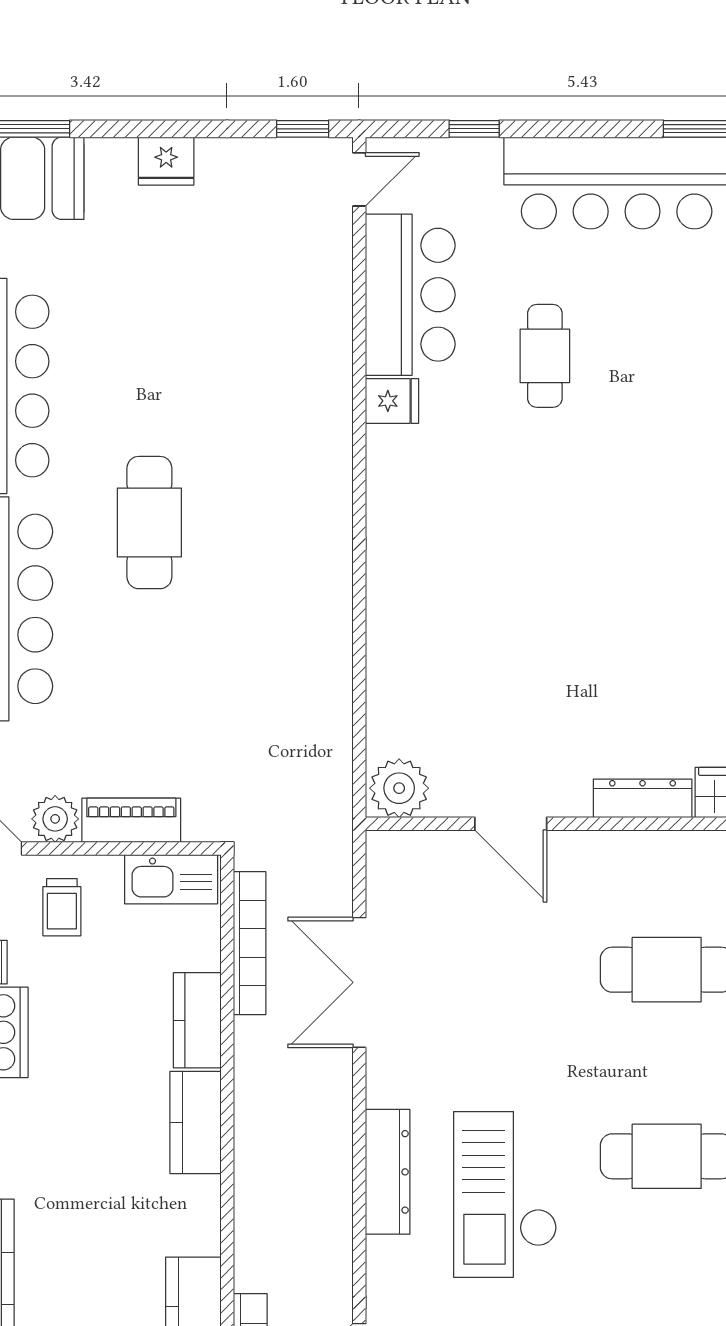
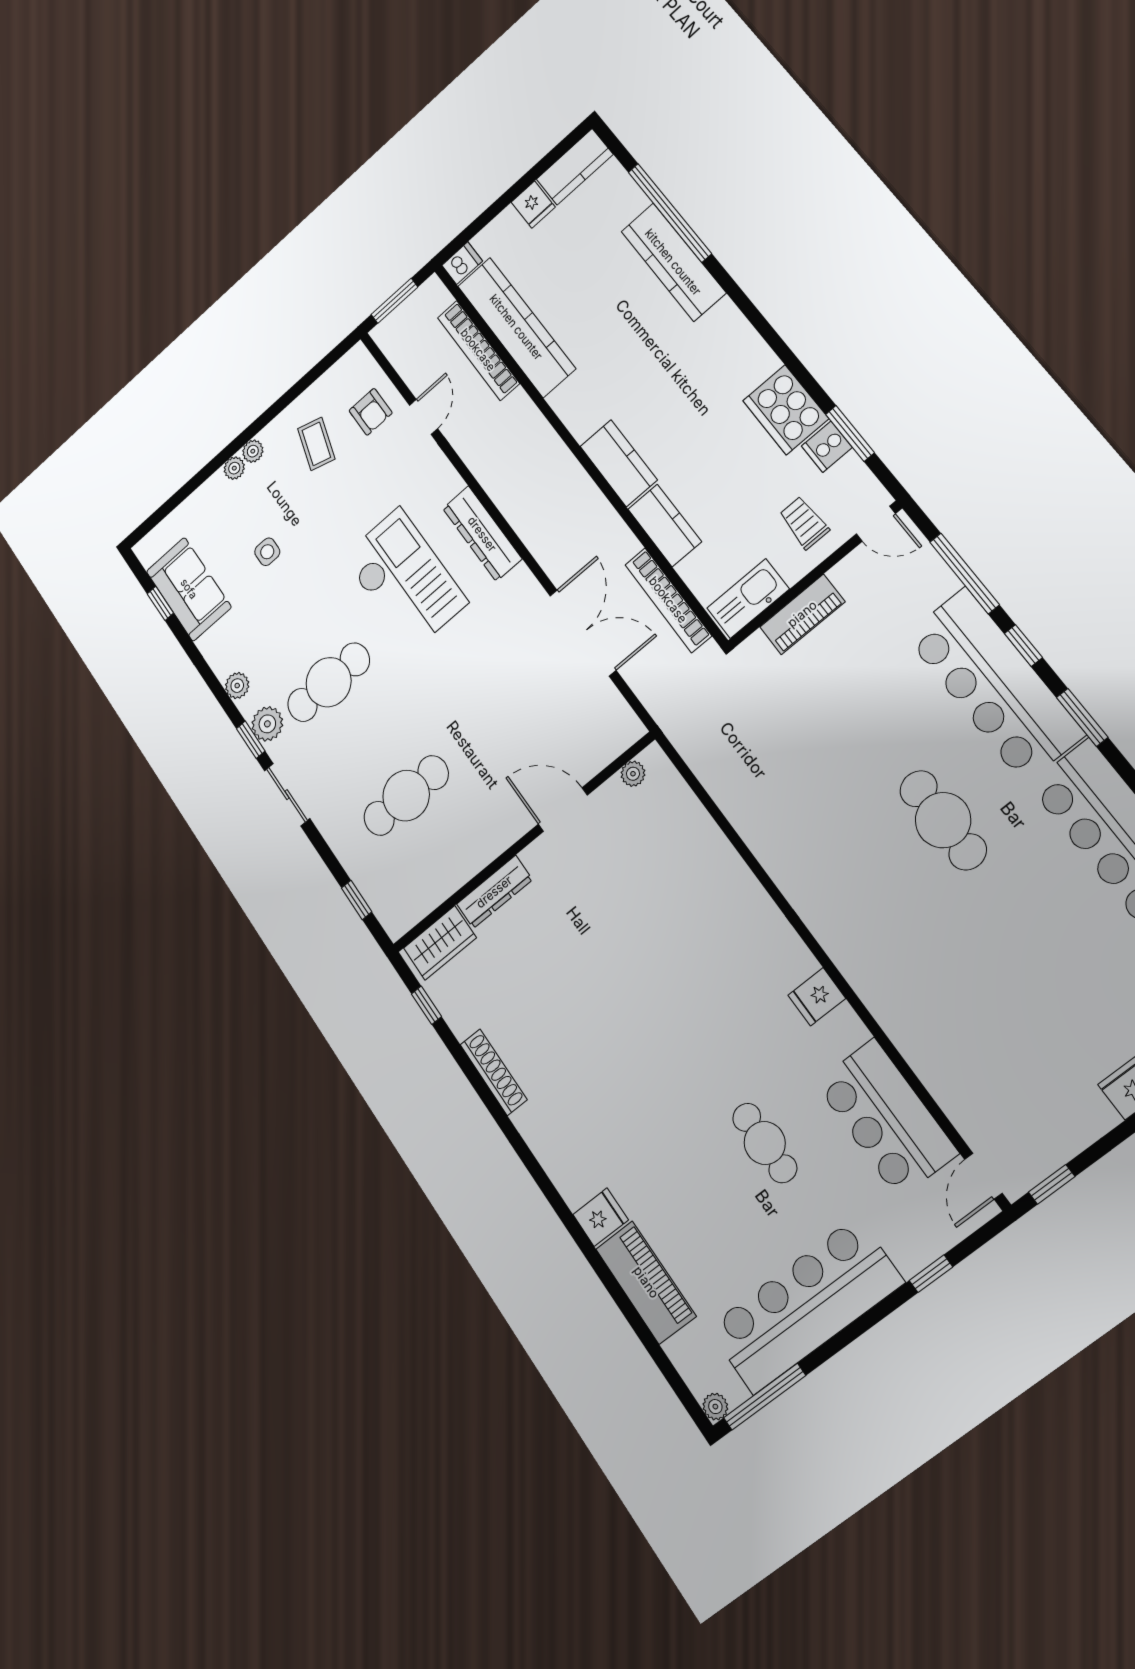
fridge: (392, 401) -> (817, 997), moved
plant: (399, 788) -> (633, 774), width x0.53, depth x0.53
plant: (55, 819) -> (852, 574), removed

